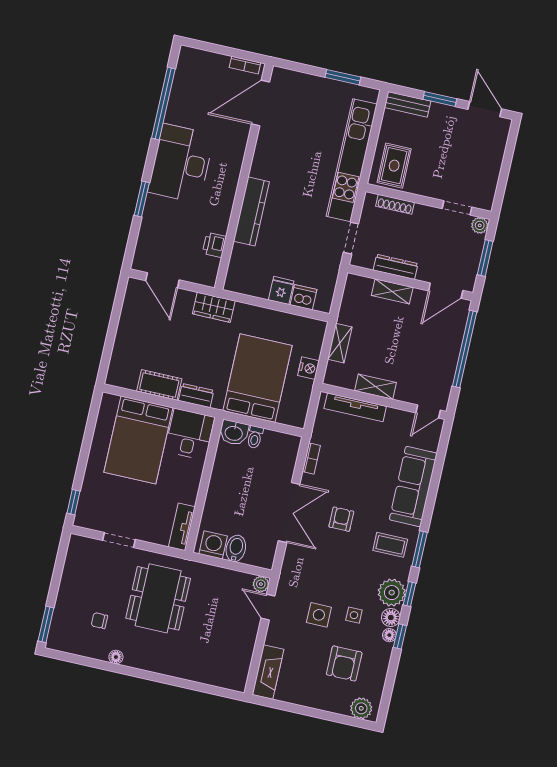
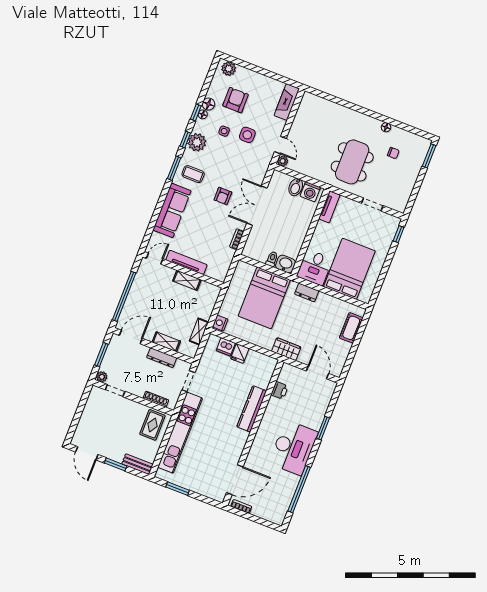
shelving: (340, 343) -> (199, 332), moved
nightstand: (308, 368) -> (220, 323), moved
cot: (159, 385) -> (351, 328), moved, turned 90
tv unit: (355, 407) -> (186, 262), moved
floor lamp: (391, 618) -> (208, 104), moved

